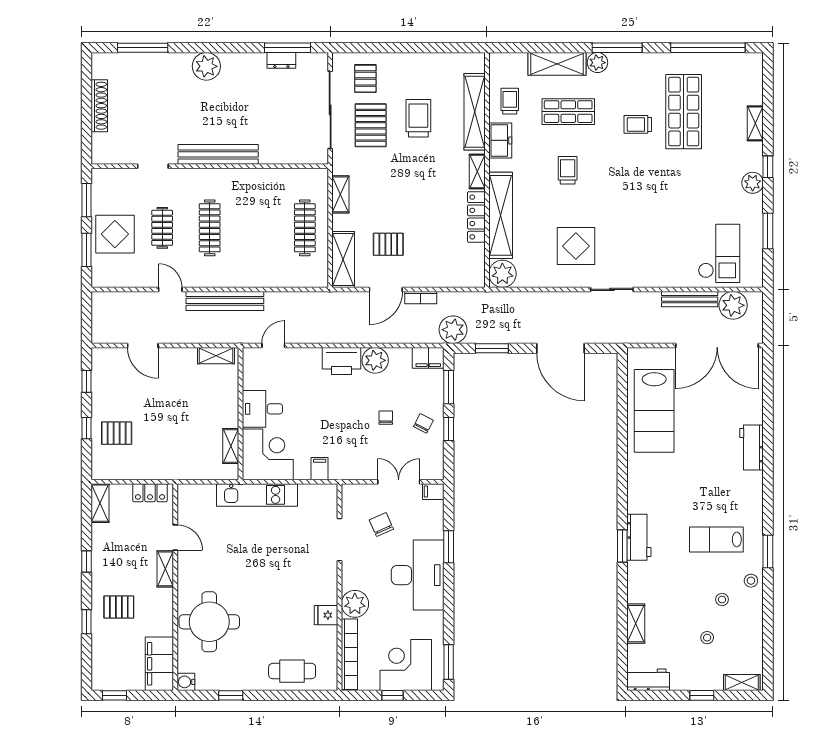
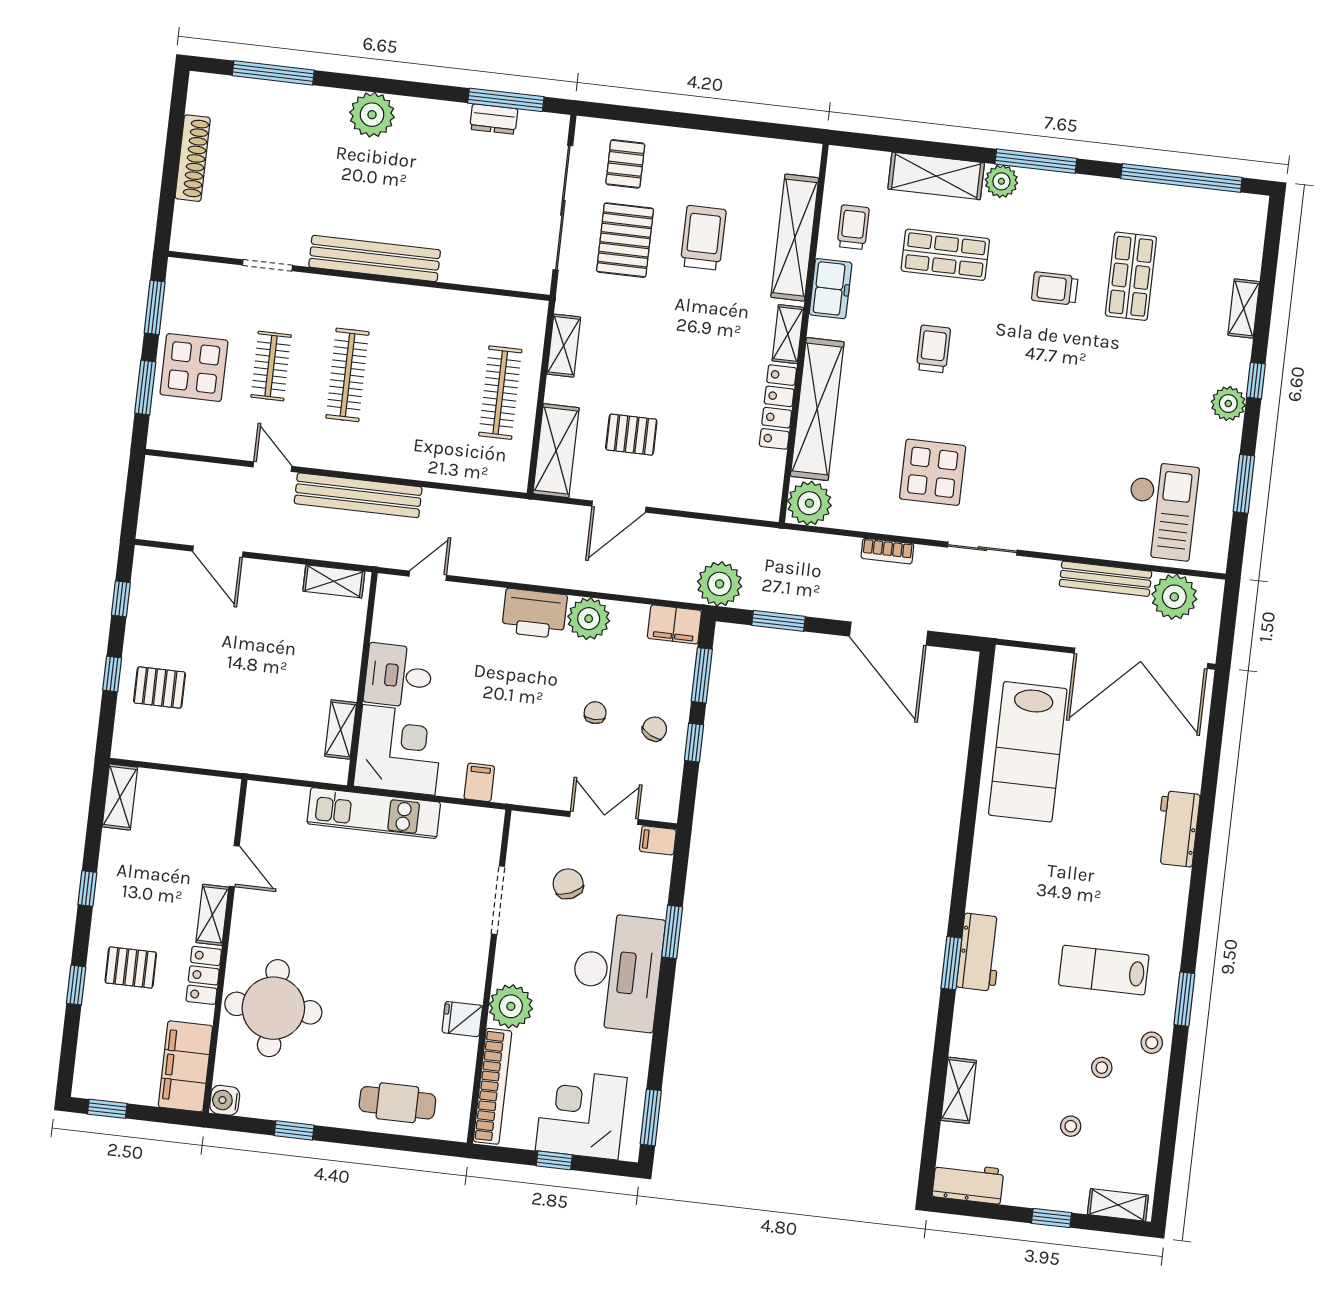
shop shelf: (684, 112) -> (1131, 276), width x0.70, depth x0.74
bookcase: (421, 298) -> (887, 551), moved
locker: (150, 493) -> (204, 975), moved, turned 90

